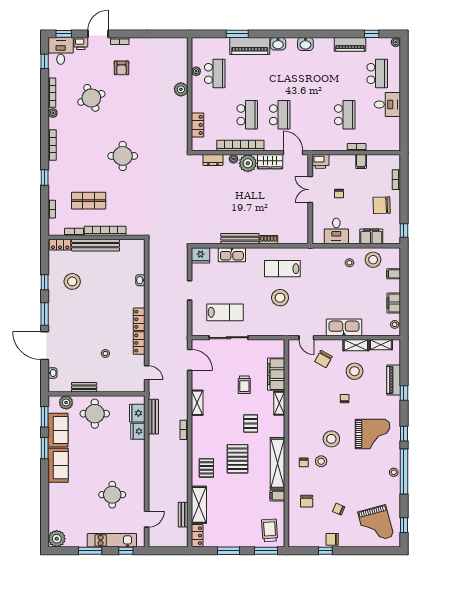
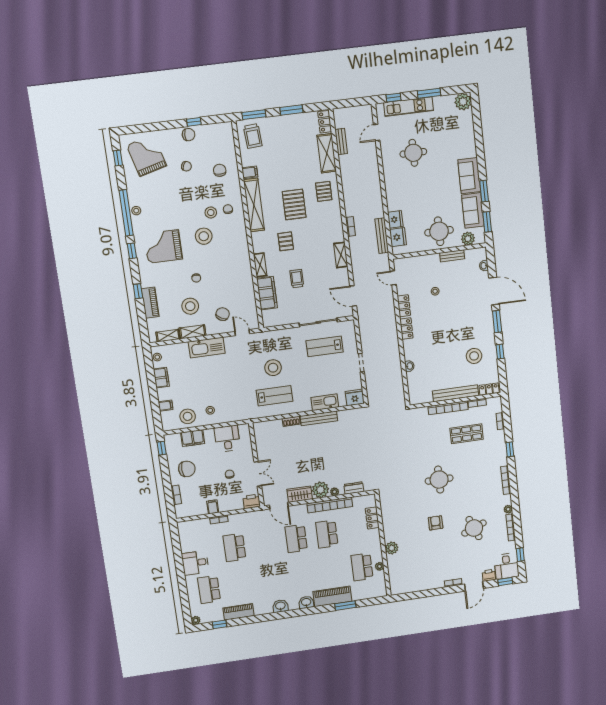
armchair: (121, 68) -> (436, 523), moved

